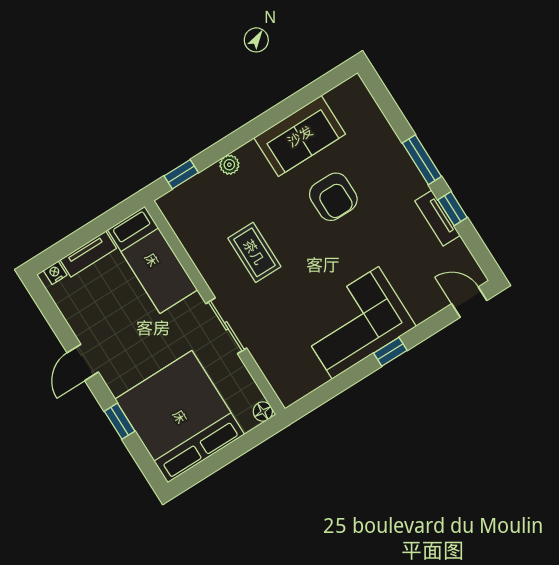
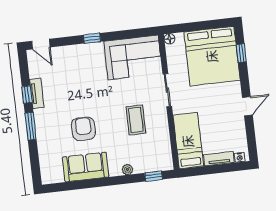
corner sofa: (355, 323) -> (133, 57), moved
window: (120, 421) -> (241, 53), moved

